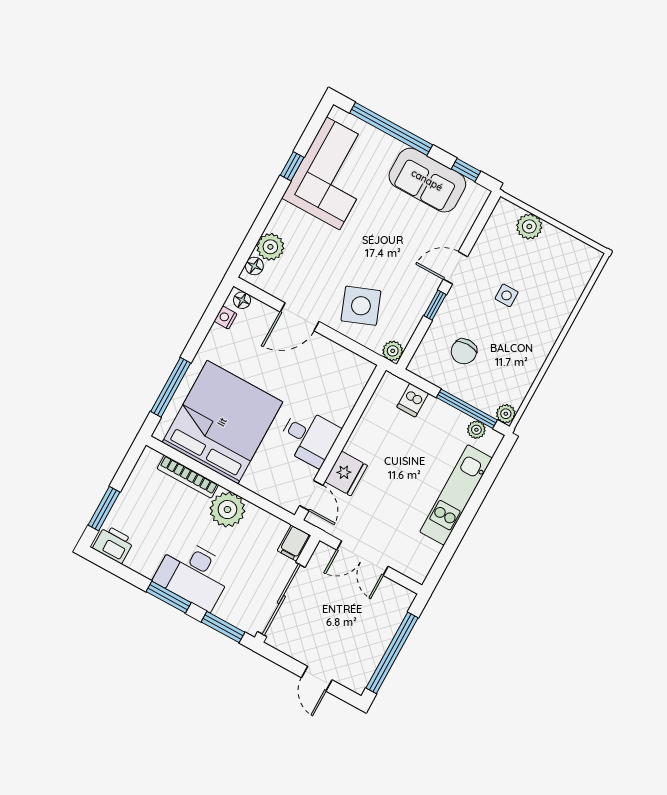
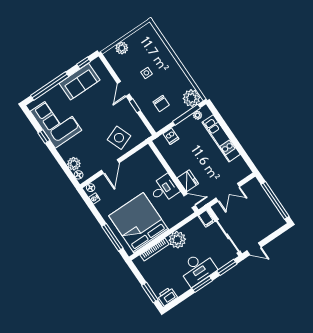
plant: (393, 351) -> (145, 134), removed
plant: (506, 414) -> (191, 98), width x1.88, depth x1.88
door: (317, 679) -> (254, 249), moved

